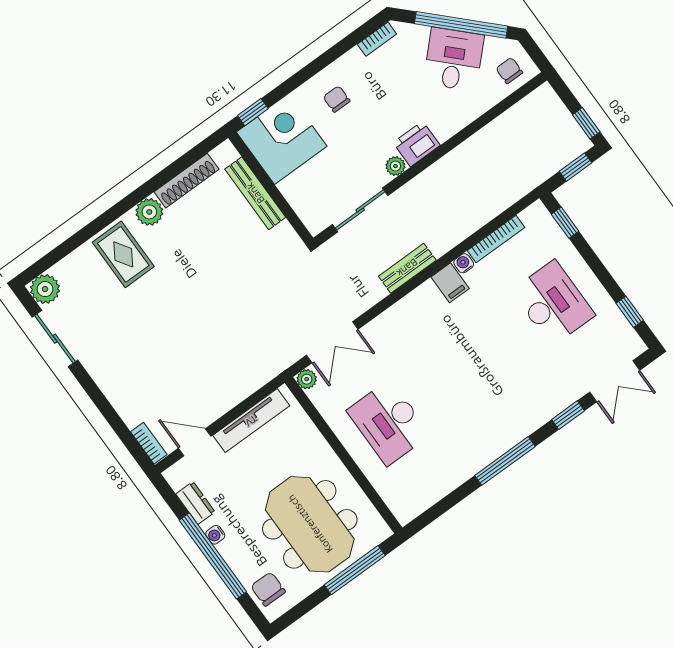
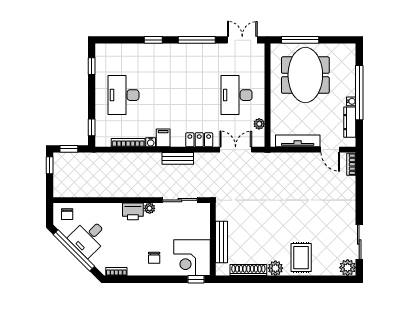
locker: (396, 318) -> (199, 140), added
plant: (307, 379) -> (259, 124), moved
double door: (615, 381) -> (242, 40), moved
desk: (389, 423) -> (237, 95), turned 180
dresser: (195, 503) -> (350, 122), width x1.44
chair: (268, 589) -> (345, 60), removed

